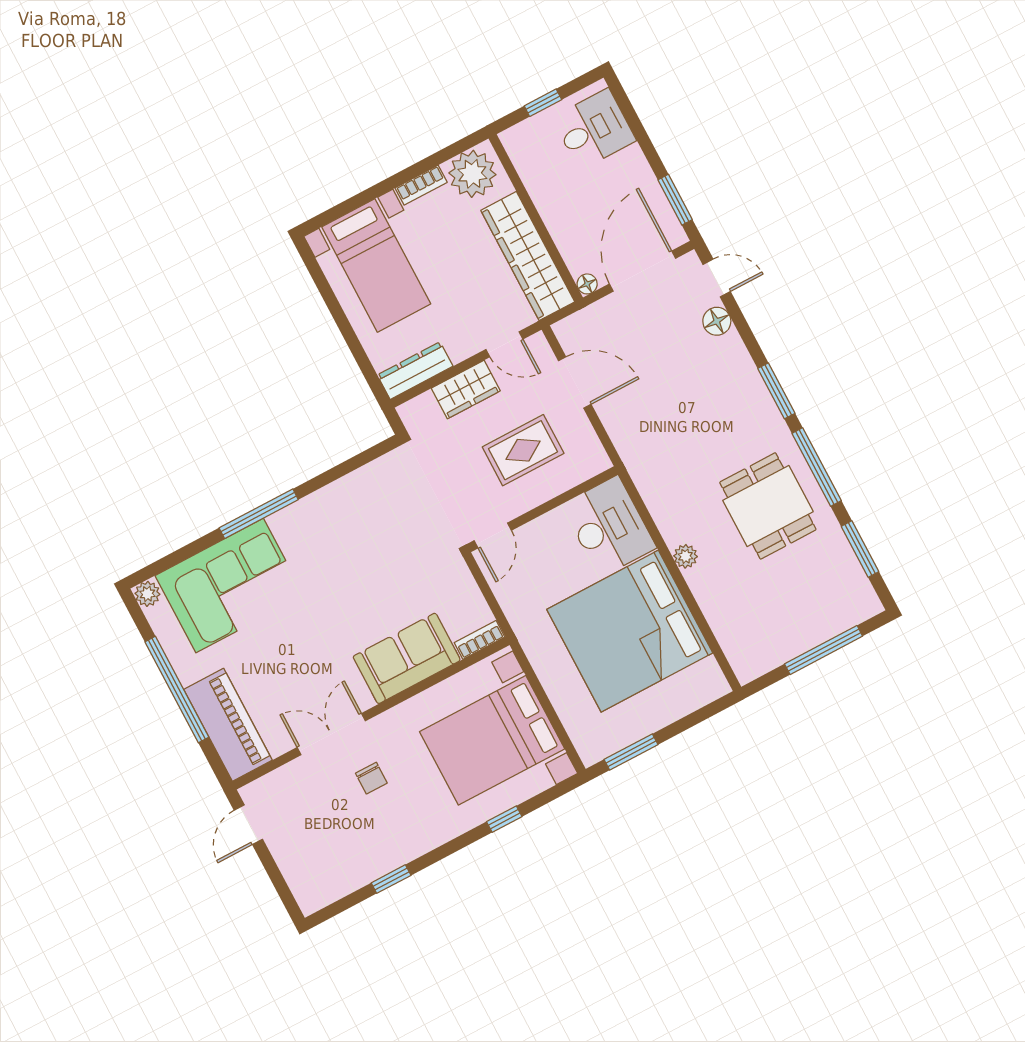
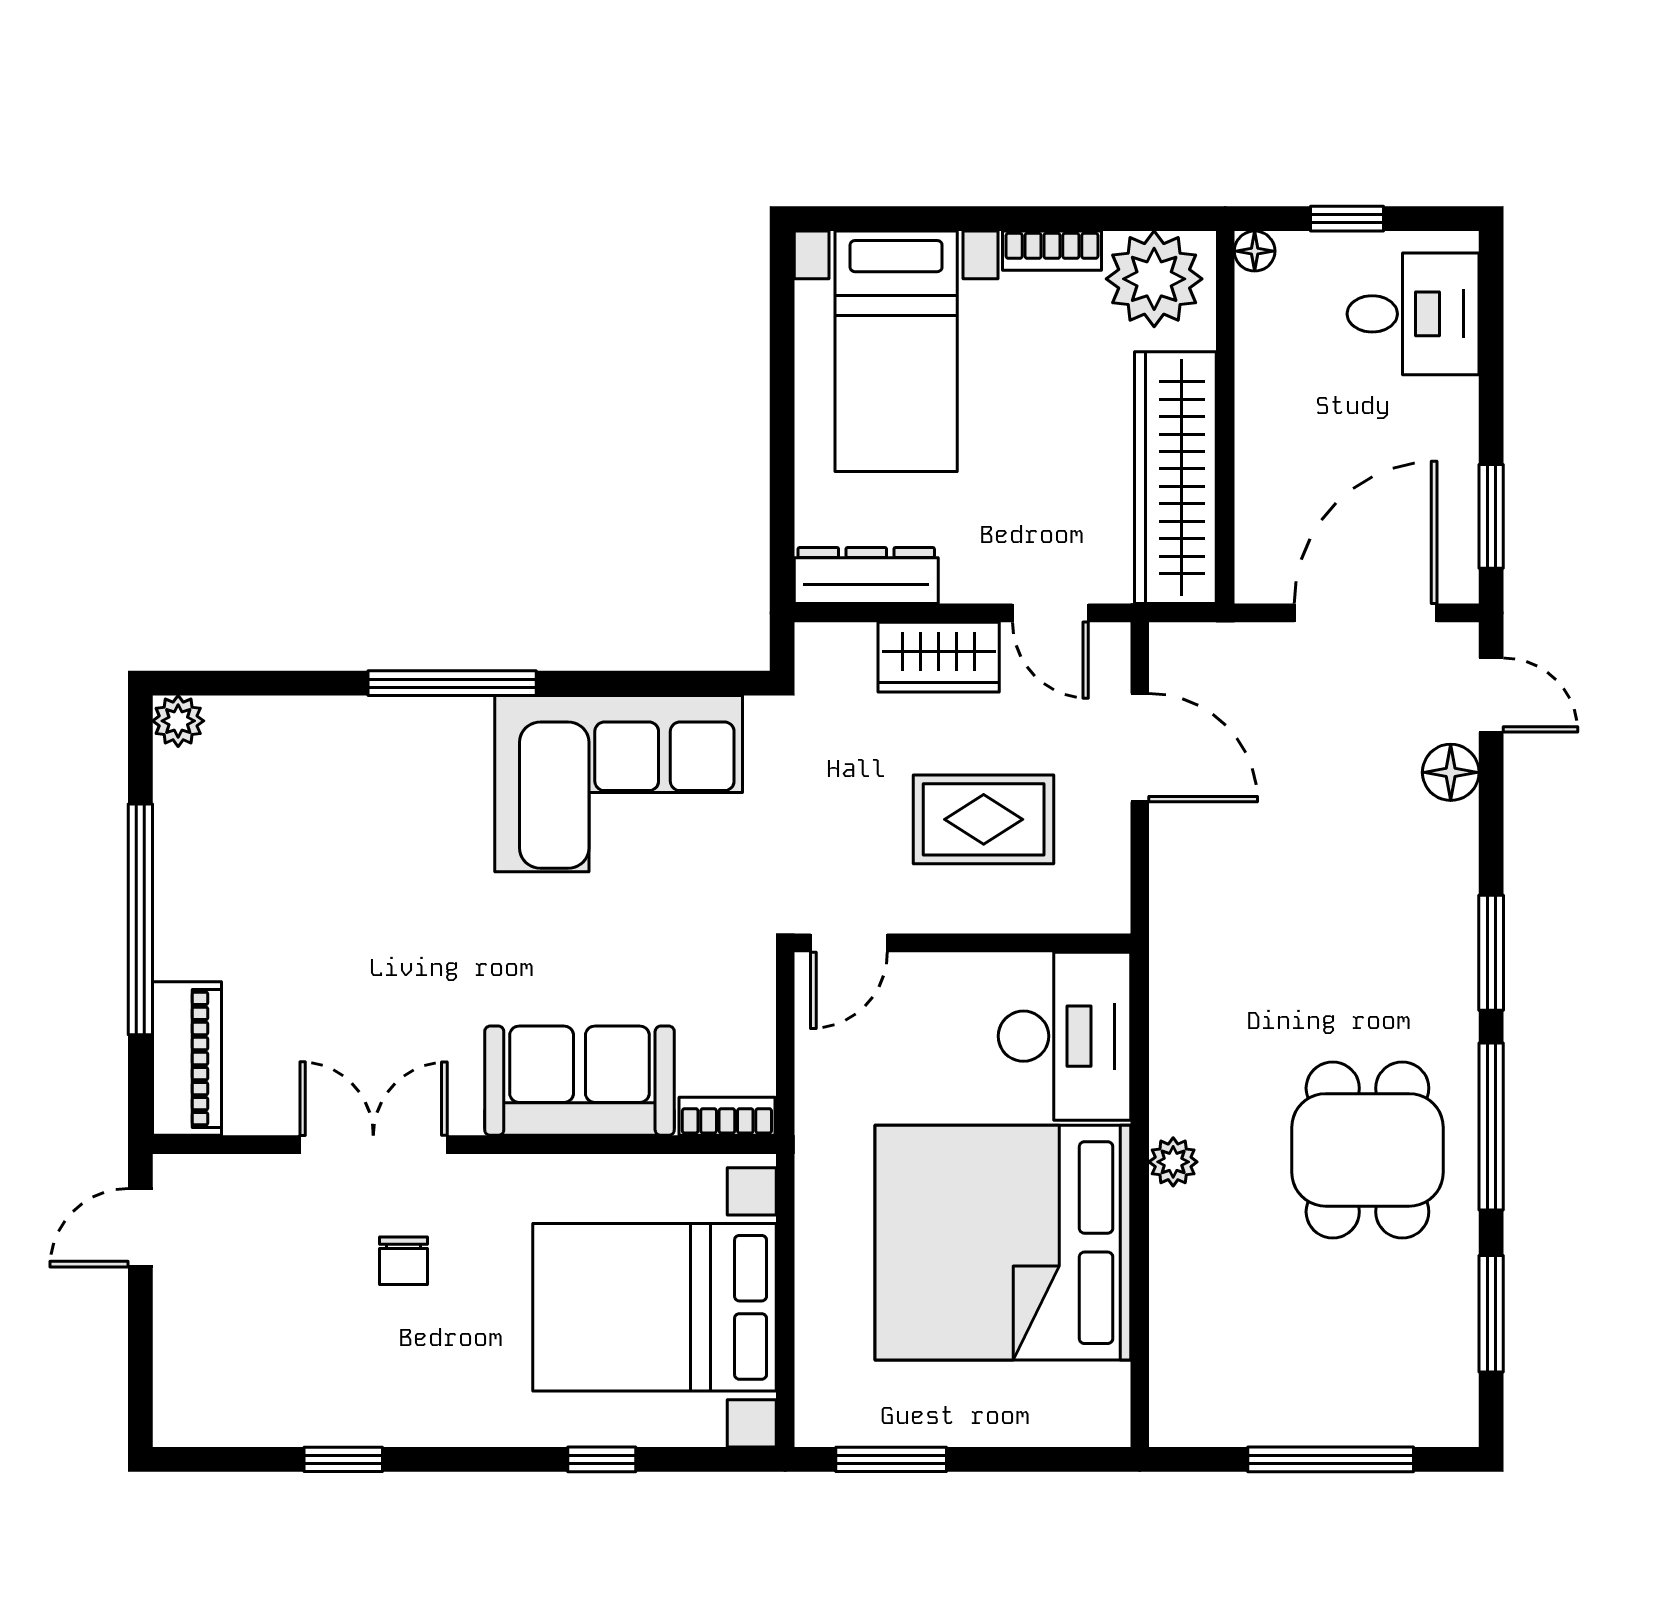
floor lamp: (587, 284) -> (1255, 251), moved
corner sofa: (230, 586) -> (619, 784), moved
piano: (228, 725) -> (187, 1059), width x0.73, depth x0.75

